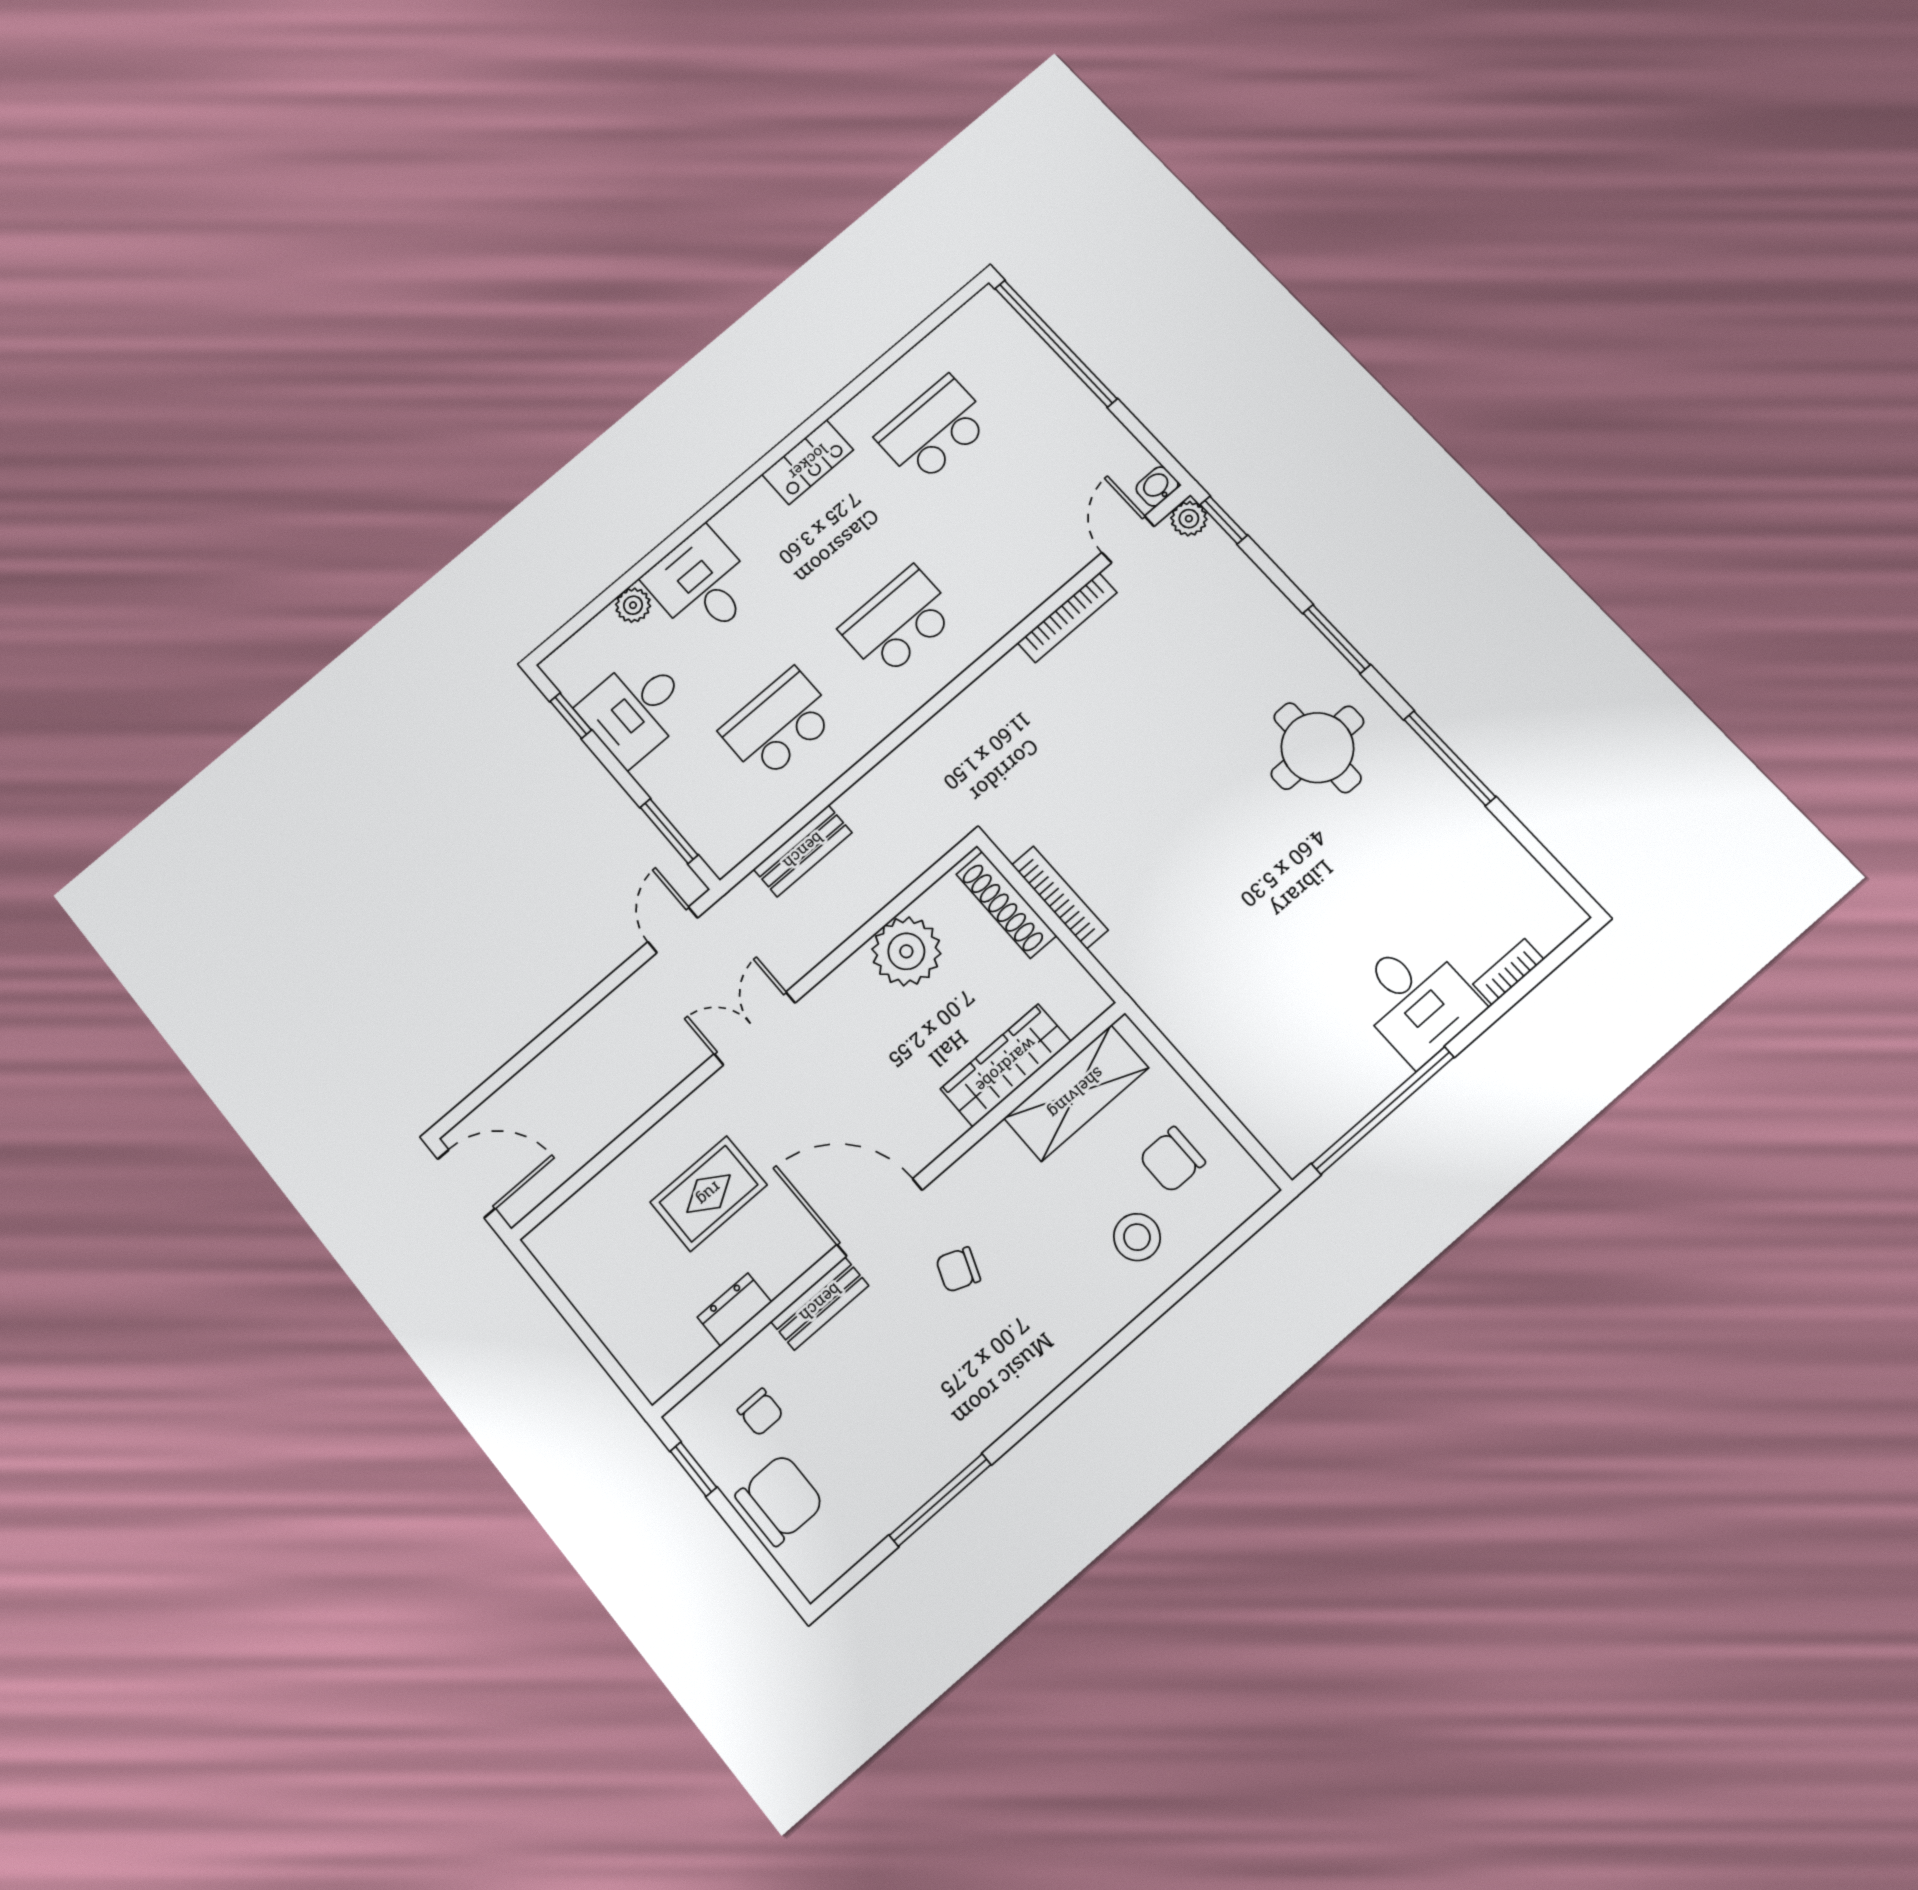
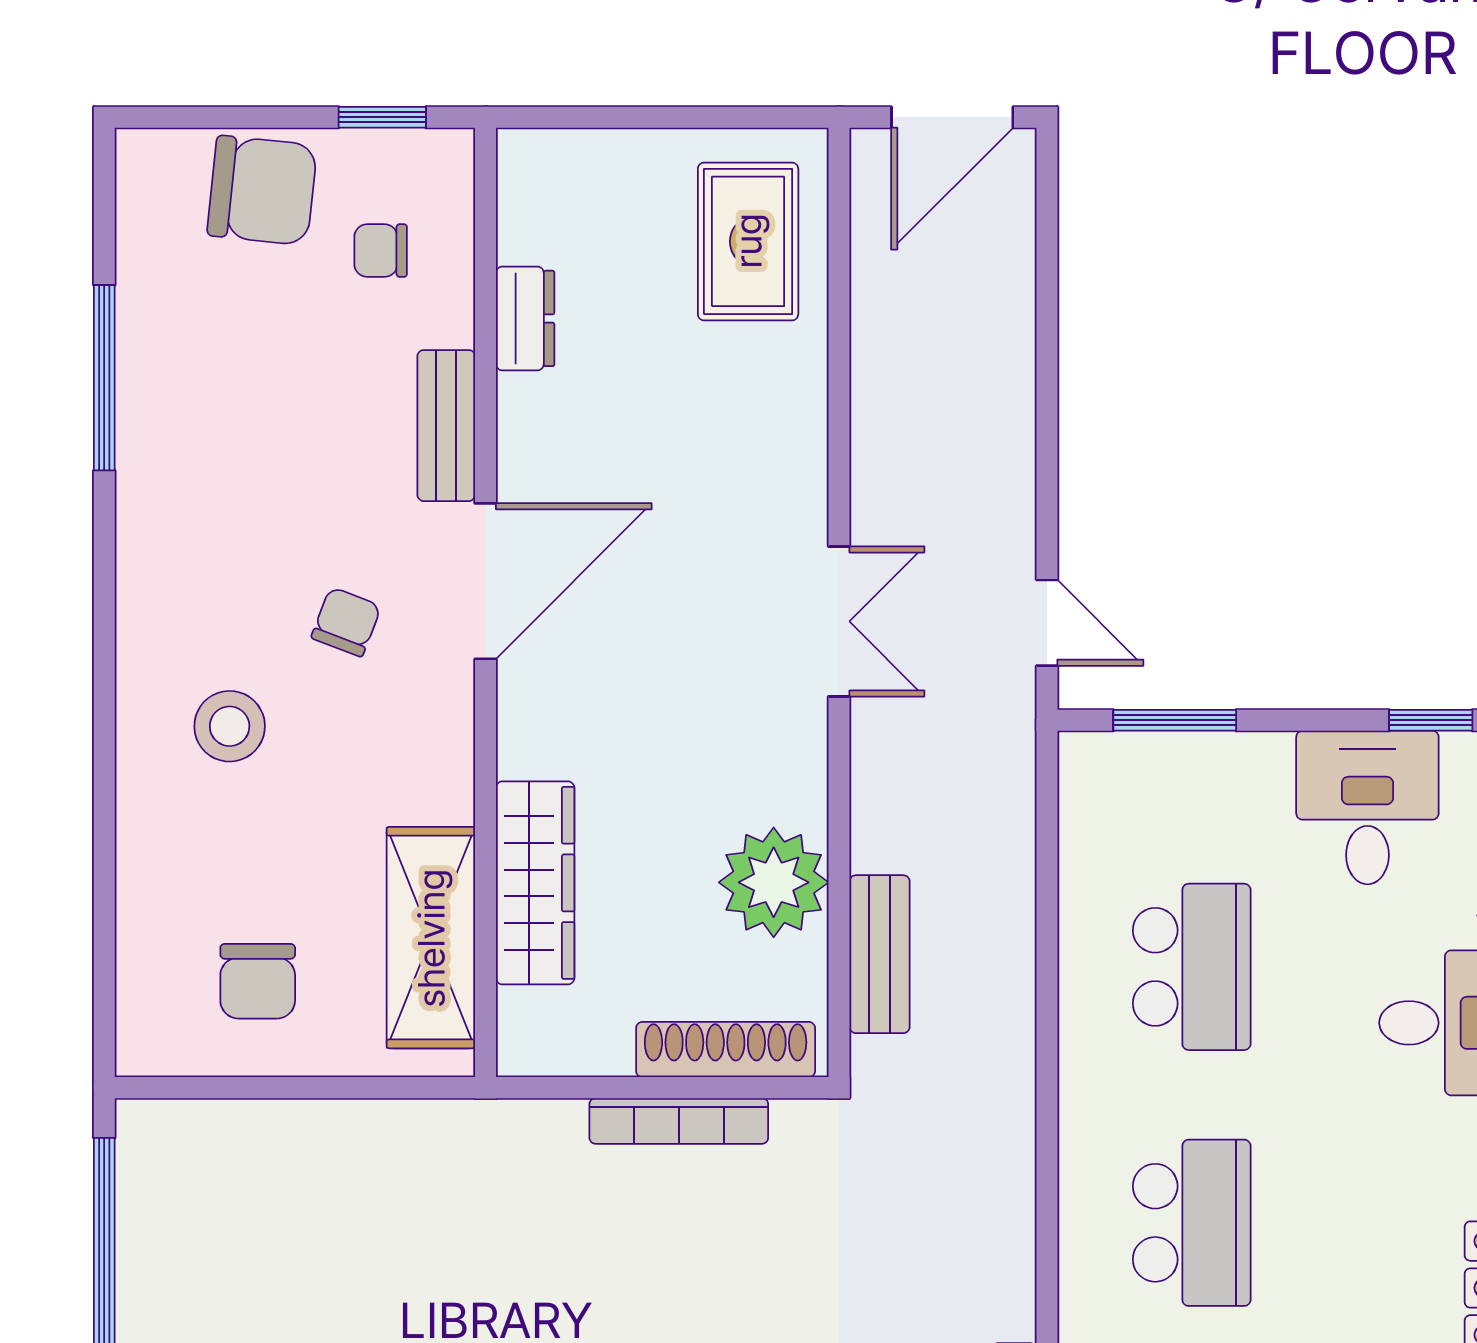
bench: (803, 851) -> (880, 954), moved
chair: (1172, 1160) -> (258, 981), turned 180
rug: (709, 1194) -> (748, 241), moved
stool: (1137, 1237) -> (230, 726), moved
chair: (780, 1500) -> (262, 190), turned -84

